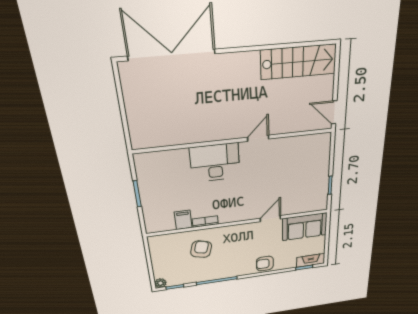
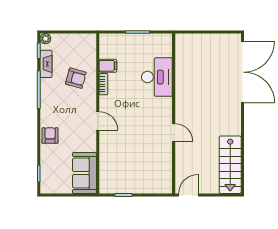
desk: (215, 163) -> (157, 77), moved
door: (270, 219) -> (98, 121), moved
fireplace: (311, 260) -> (46, 64), moved

